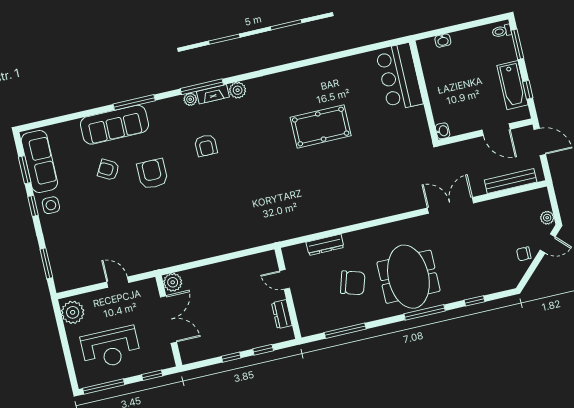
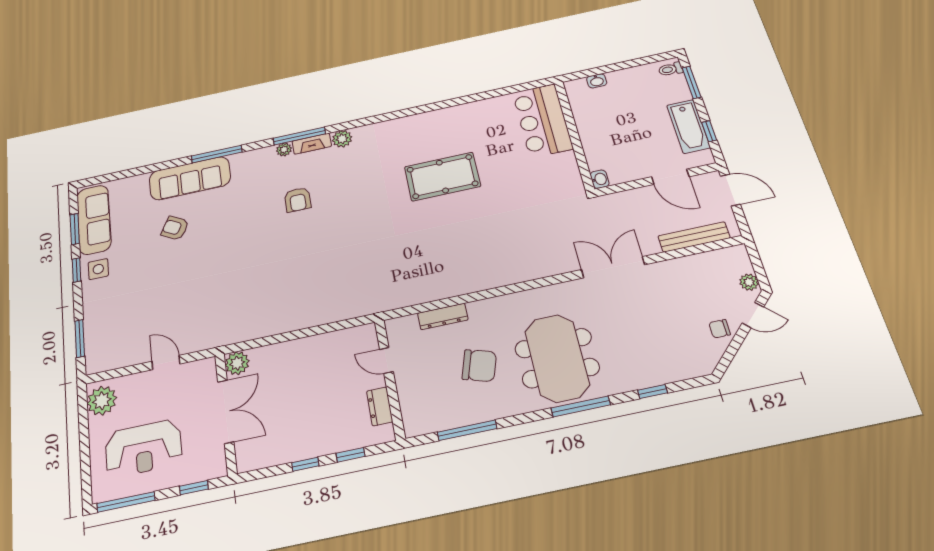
armchair: (152, 174) -> (228, 232), removed

